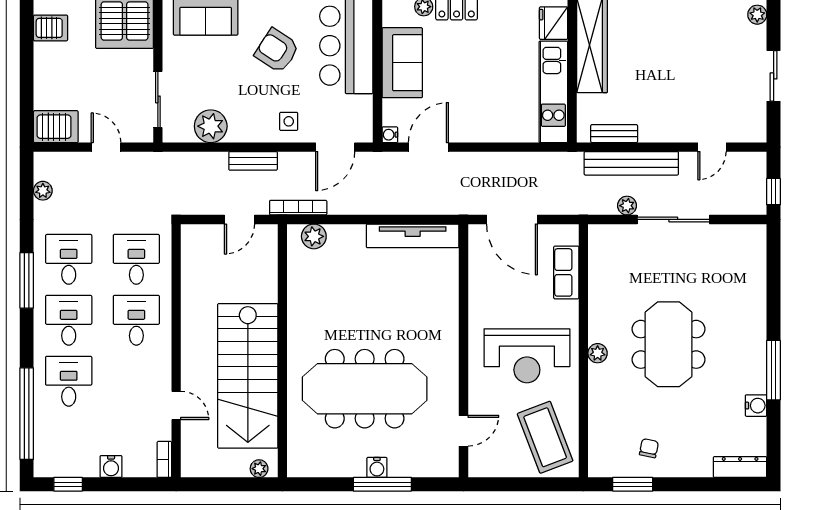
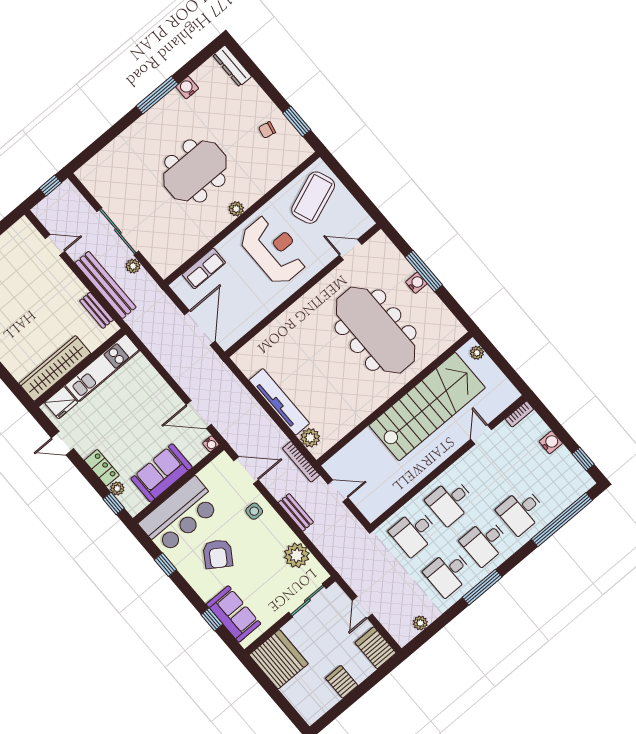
server rack: (51, 28) -> (342, 682), moved
tv unit: (413, 236) -> (279, 402), moved

